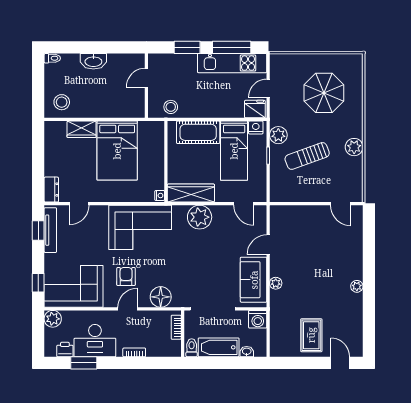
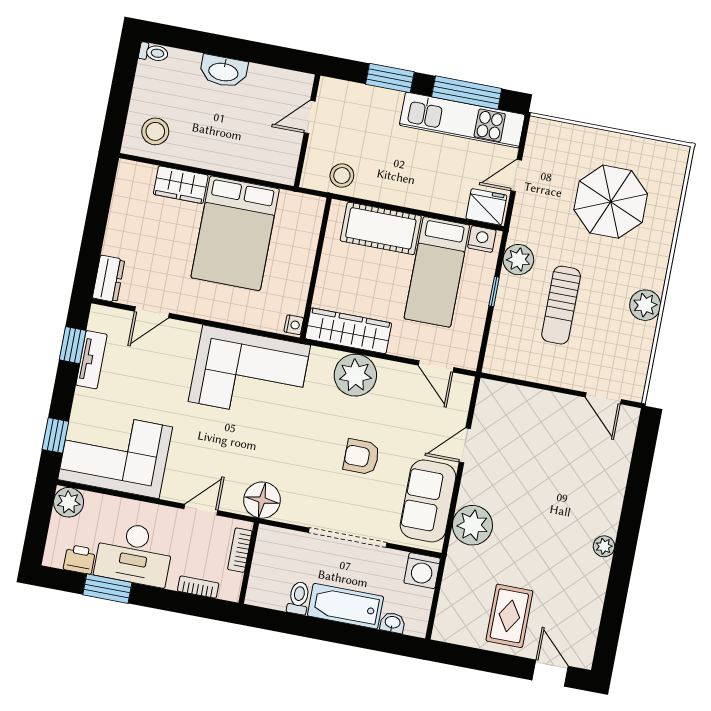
sun lounger: (307, 156) -> (561, 305), turned -70
tv unit: (50, 230) -> (91, 360), width x0.71
armchair: (126, 277) -> (361, 457), moved, turned -90
plant: (276, 283) -> (472, 525), width x1.88, depth x1.88
bookcase: (176, 327) -> (240, 550), moved
wall: (183, 334) -> (249, 563), moved

